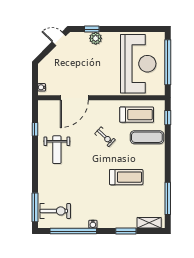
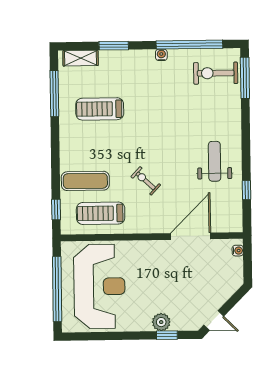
reception desk: (138, 64) -> (99, 286), turned 180
treadmill: (126, 177) -> (100, 109), moved

